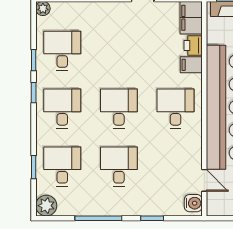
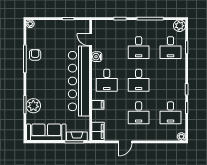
printer: (193, 45) -> (97, 116), removed
desk: (62, 109) -> (139, 113), moved
water cooler: (193, 203) -> (97, 57), moved

